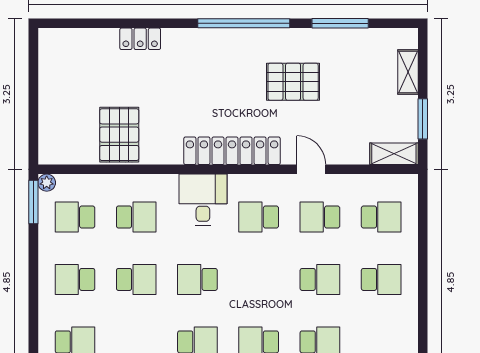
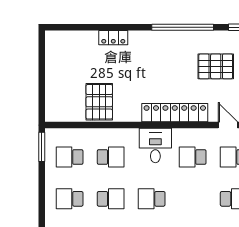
plant: (47, 183) -> (51, 134), removed

